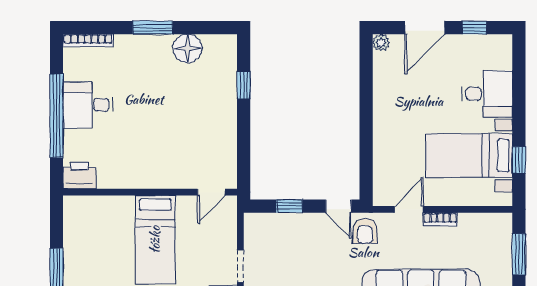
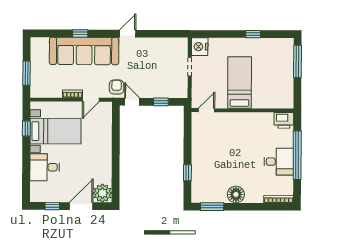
window: (153, 28) -> (212, 207), moved
plant: (381, 43) -> (102, 193), width x1.87, depth x1.87
floor lamp: (187, 48) -> (236, 194), moved

